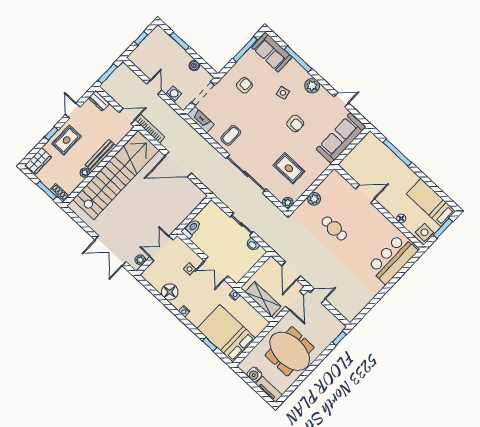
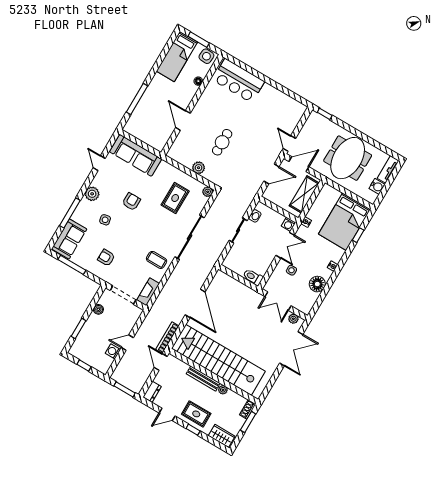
washing machine: (173, 94) -> (113, 351), moved
washing machine: (236, 276) -> (288, 224), added

